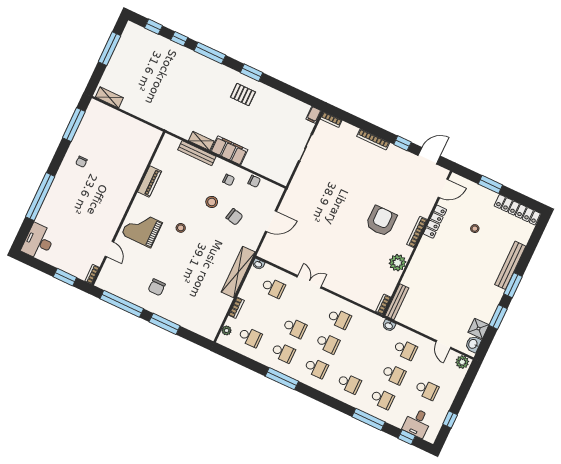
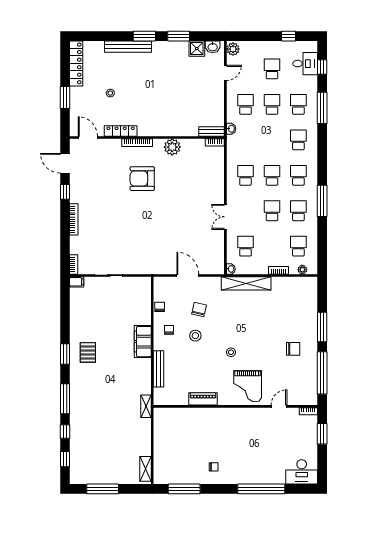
shelving: (201, 141) -> (146, 406), moved
bench: (397, 302) -> (212, 132), width x0.73

